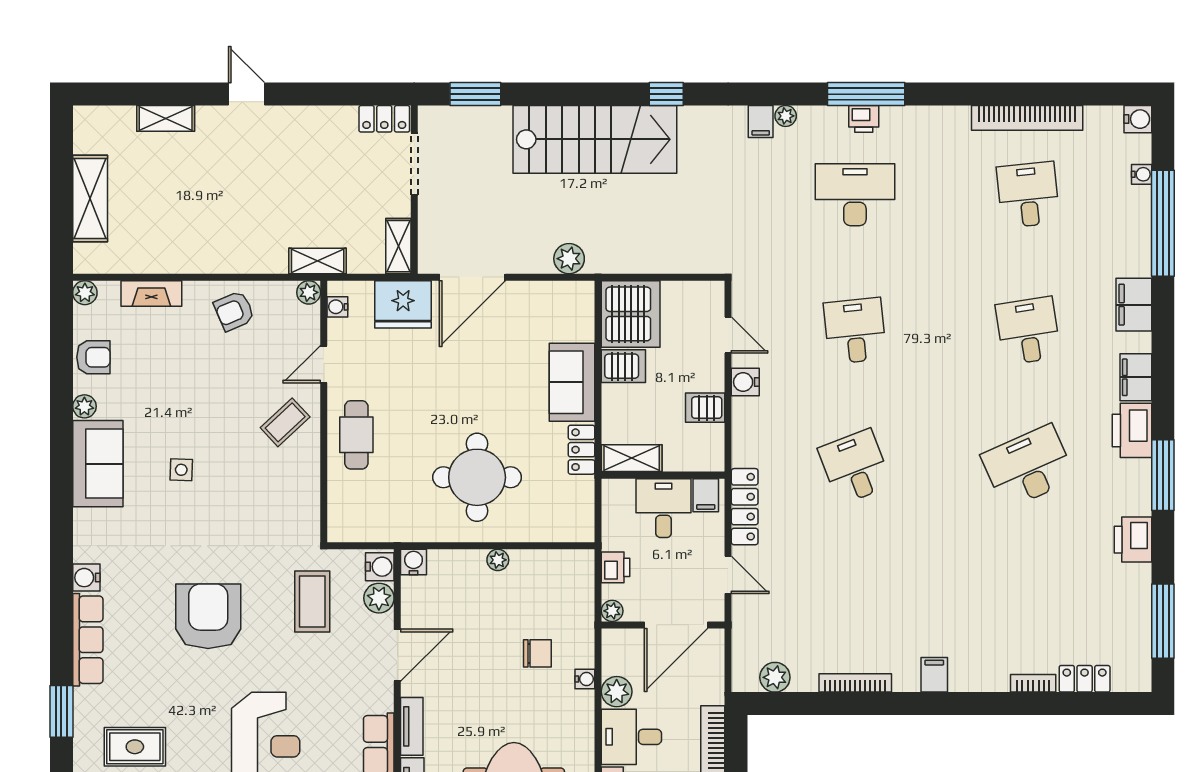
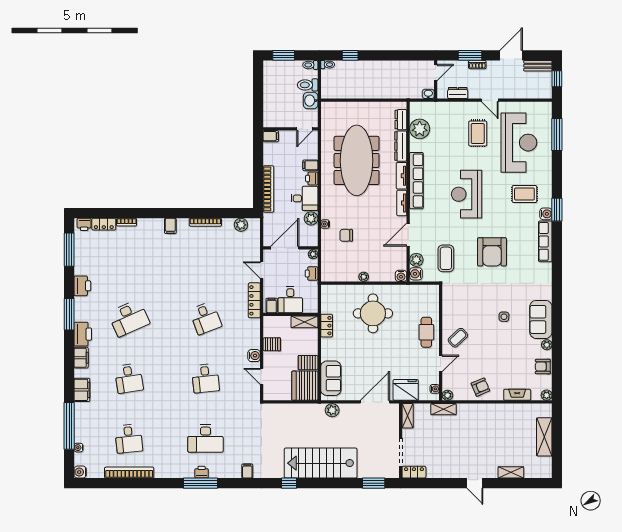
plant: (786, 116) -> (236, 473), removed
sofa: (572, 382) -> (331, 378), moved
water cooler: (86, 578) -> (546, 214), moved
printer: (1129, 678) -> (84, 224), added

